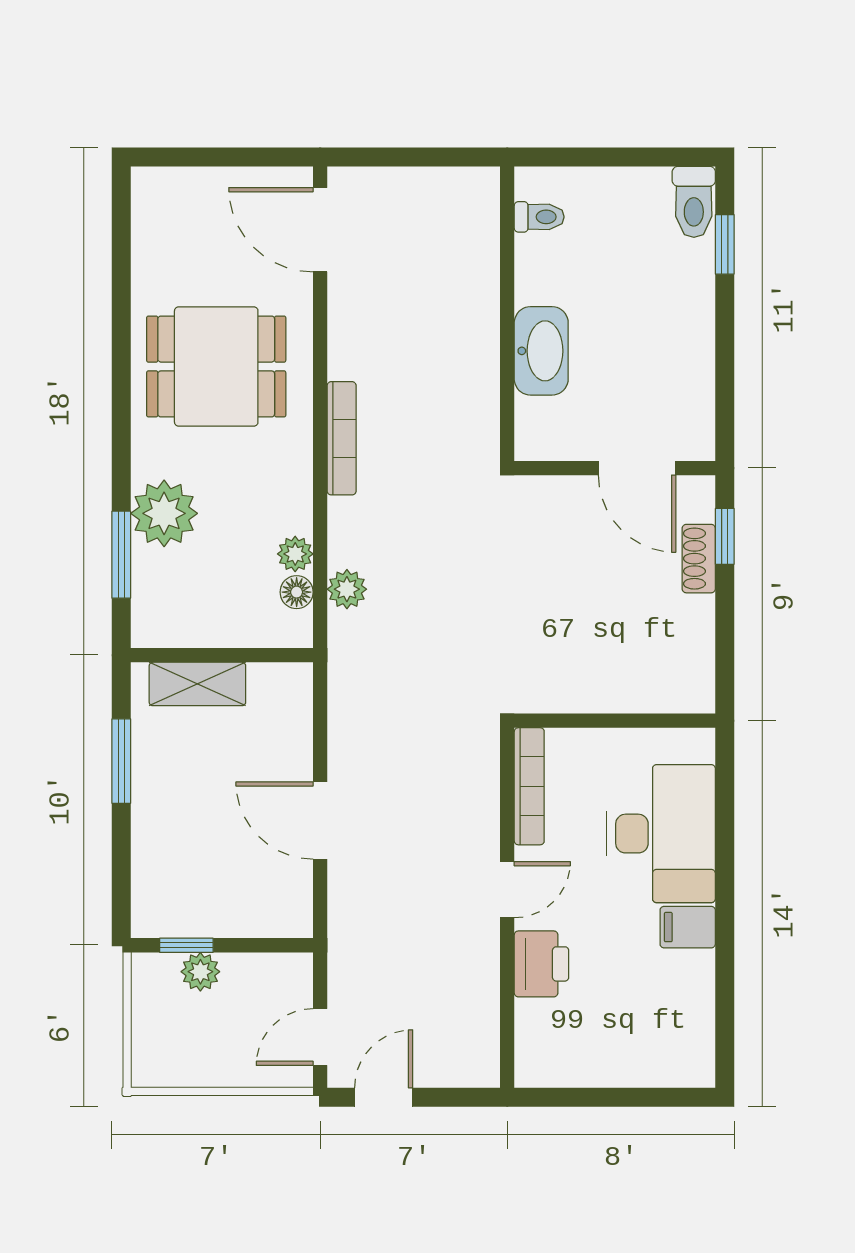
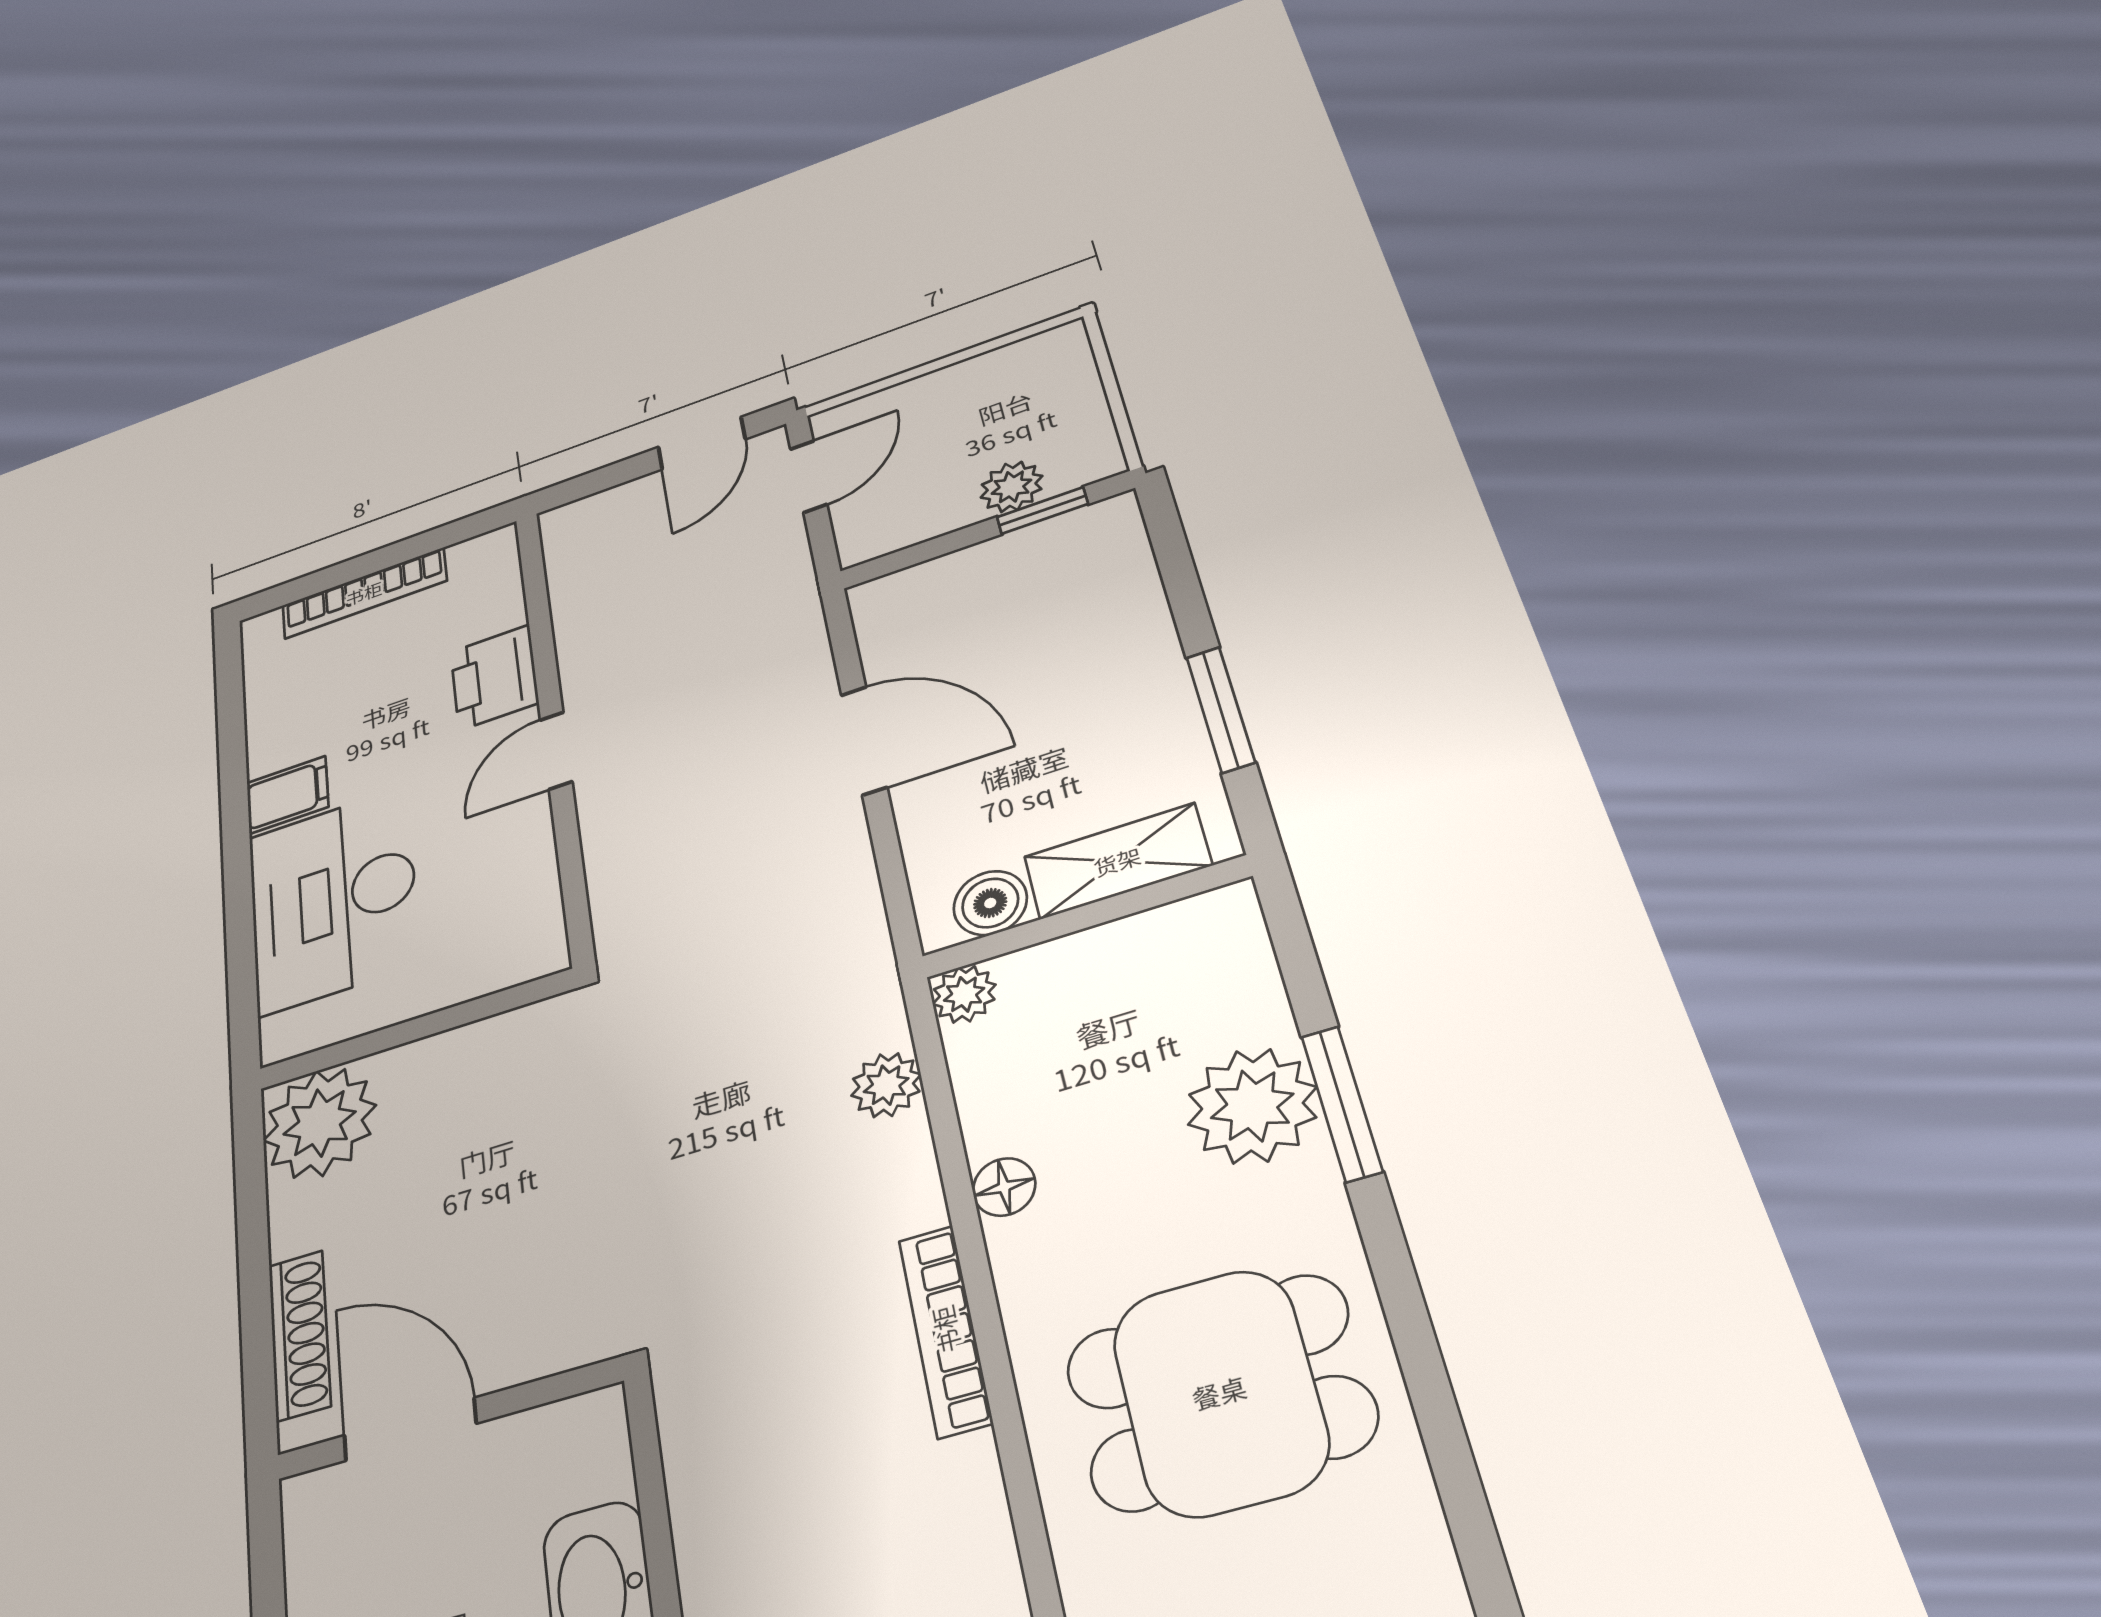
window: (725, 536) -> (258, 1360), removed
plant: (295, 554) -> (964, 994), moved
window: (121, 555) -> (1342, 1103), moved
shoe rack: (699, 559) -> (300, 1335), width x1.43
floor lamp: (297, 592) -> (1004, 1187), moved
plant: (679, 677) -> (319, 1123), added
boiler: (270, 683) -> (990, 903), added
bookcase: (529, 786) -> (364, 593), moved, turned -90

